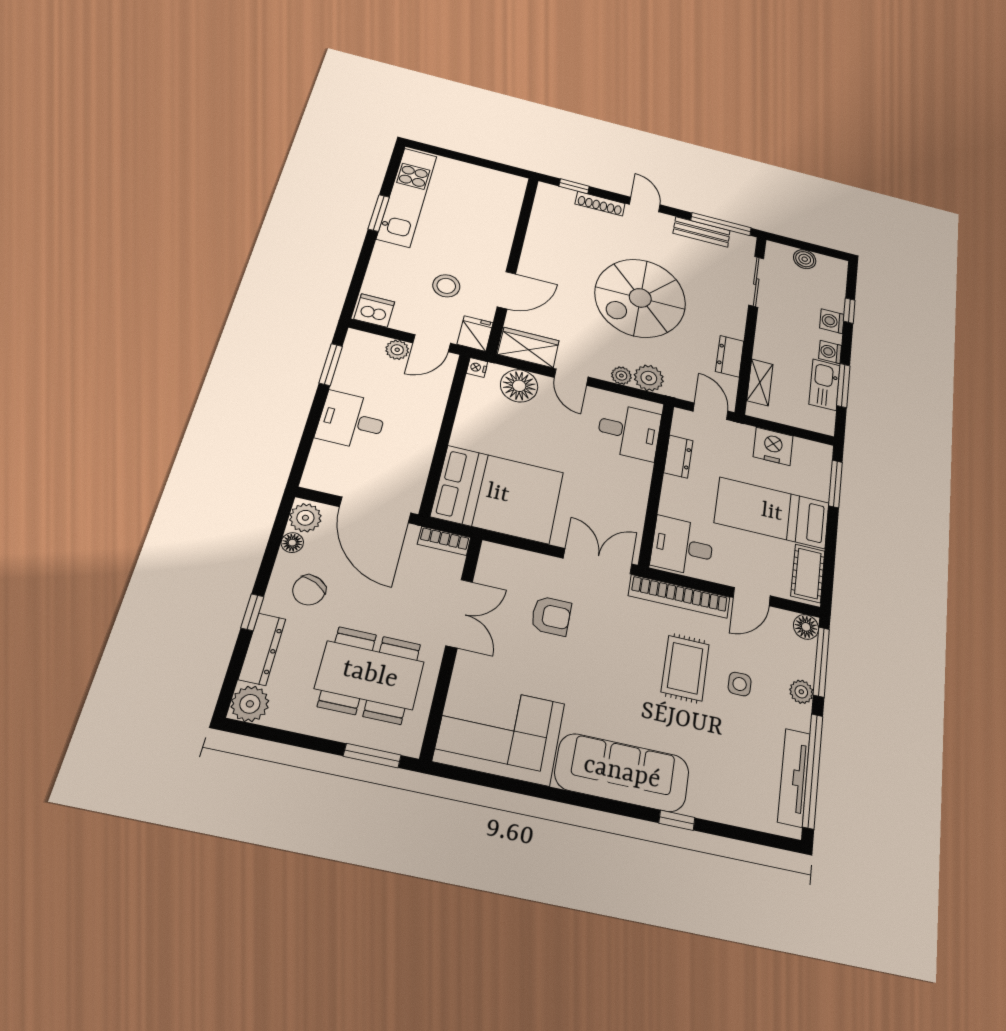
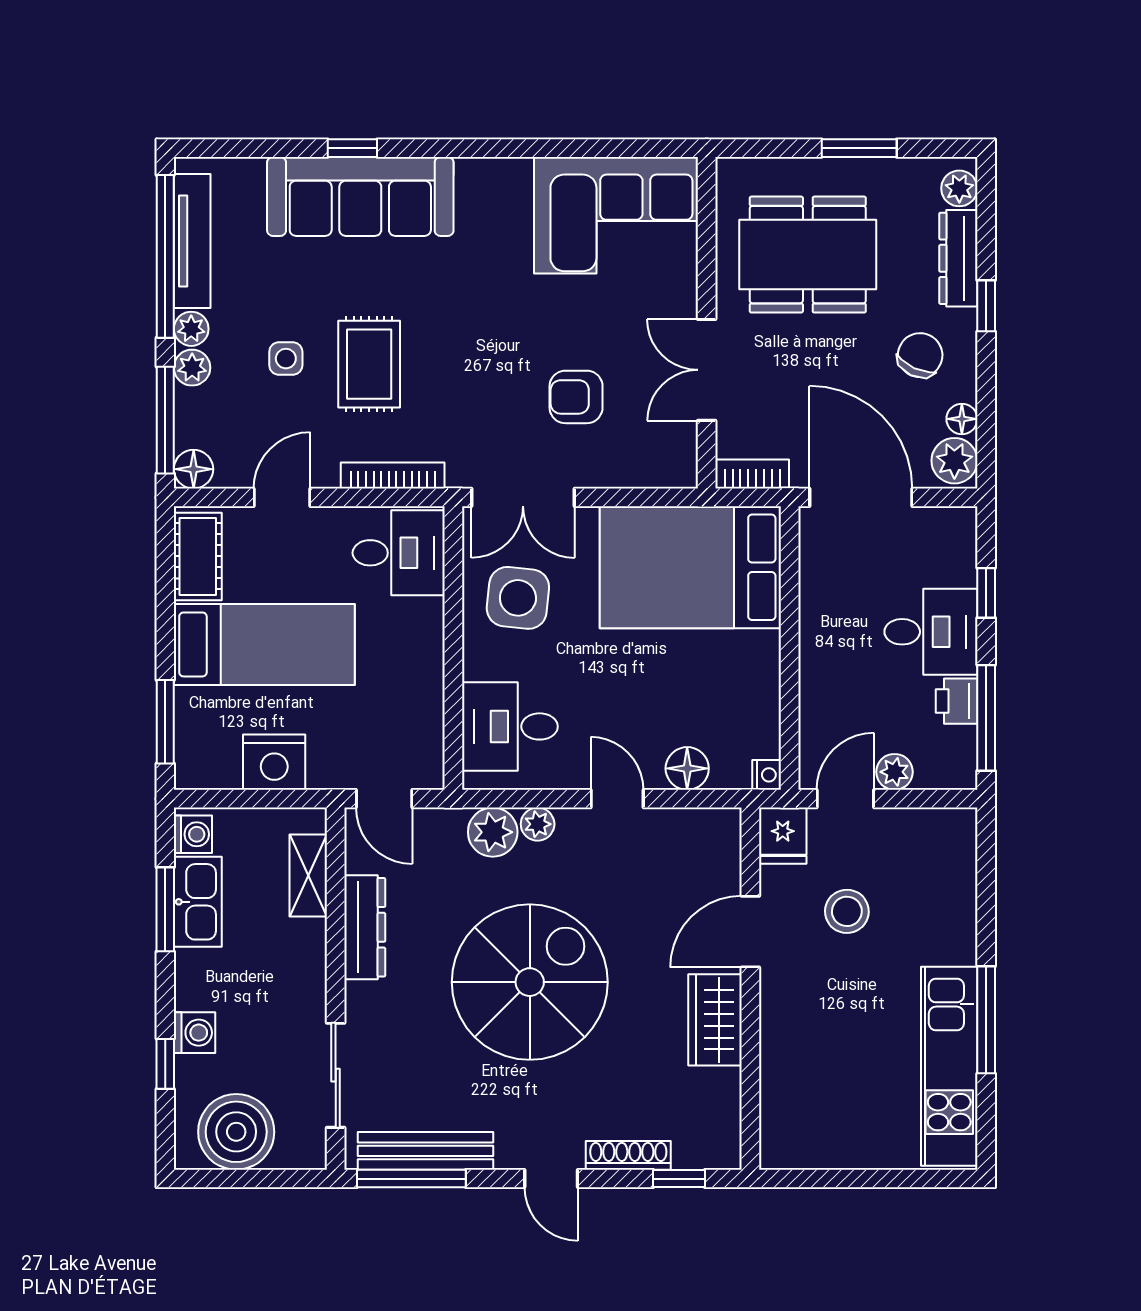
window: (379, 213) -> (986, 1020), width x1.44
bench: (702, 232) -> (426, 1151), width x1.36
boiler: (805, 259) -> (236, 1132), width x1.86, depth x1.86
dishwasher: (374, 310) -> (946, 833), removed
wardrobe: (528, 347) -> (715, 1020), moved, turned 90
washing machine: (830, 352) -> (193, 834), moved
dresser: (730, 356) -> (365, 927), width x1.44
window: (331, 365) -> (986, 718), width x1.44
printer: (347, 378) -> (957, 701), added
floor lamp: (519, 386) -> (687, 768), width x0.73, depth x0.73
window: (309, 434) -> (986, 593), added
dresser: (678, 457) -> (425, 703), removed
side table: (611, 502) -> (518, 598), added
bookcase: (679, 596) -> (393, 475), width x0.68, depth x0.76
plant: (250, 704) -> (959, 188), width x0.73, depth x0.73
plant: (800, 717) -> (191, 329), added
window: (372, 756) -> (859, 148), moved
sofa: (622, 773) -> (360, 196), moved

